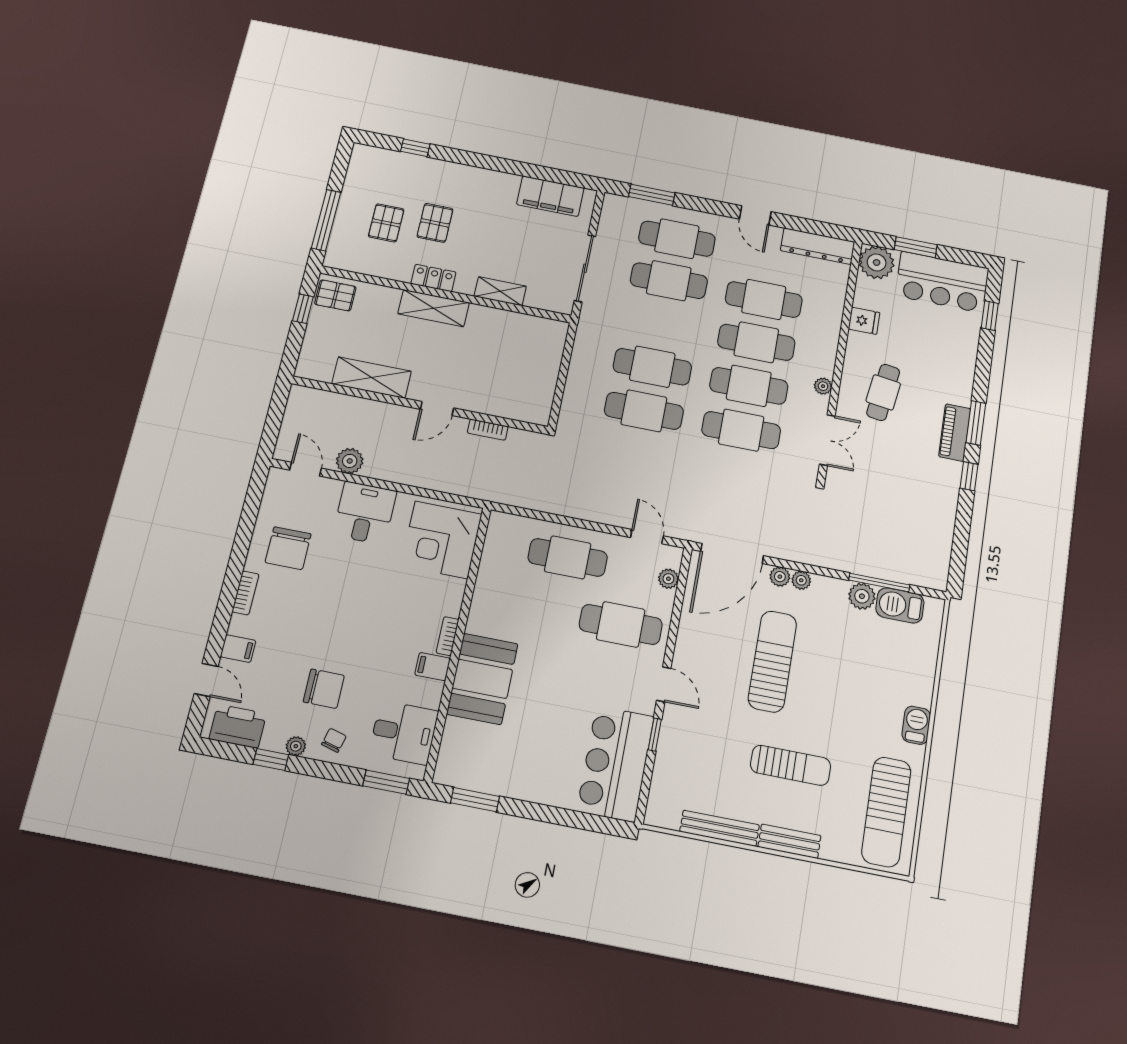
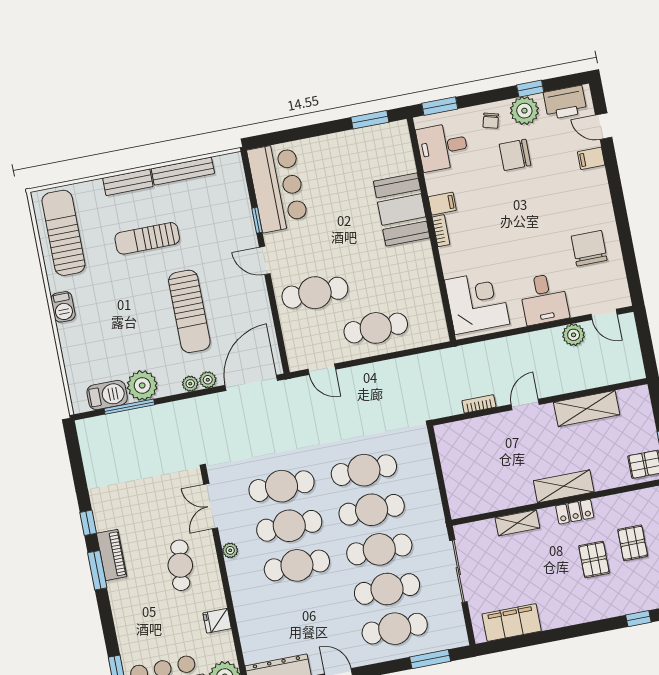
cafe table: (764, 299) -> (379, 549), moved
plant: (668, 579) -> (292, 343), removed
bookcase: (246, 593) -> (605, 202), removed
plant: (862, 596) -> (142, 385), width x1.36, depth x1.36
plant: (296, 746) -> (524, 111), width x1.88, depth x1.88

